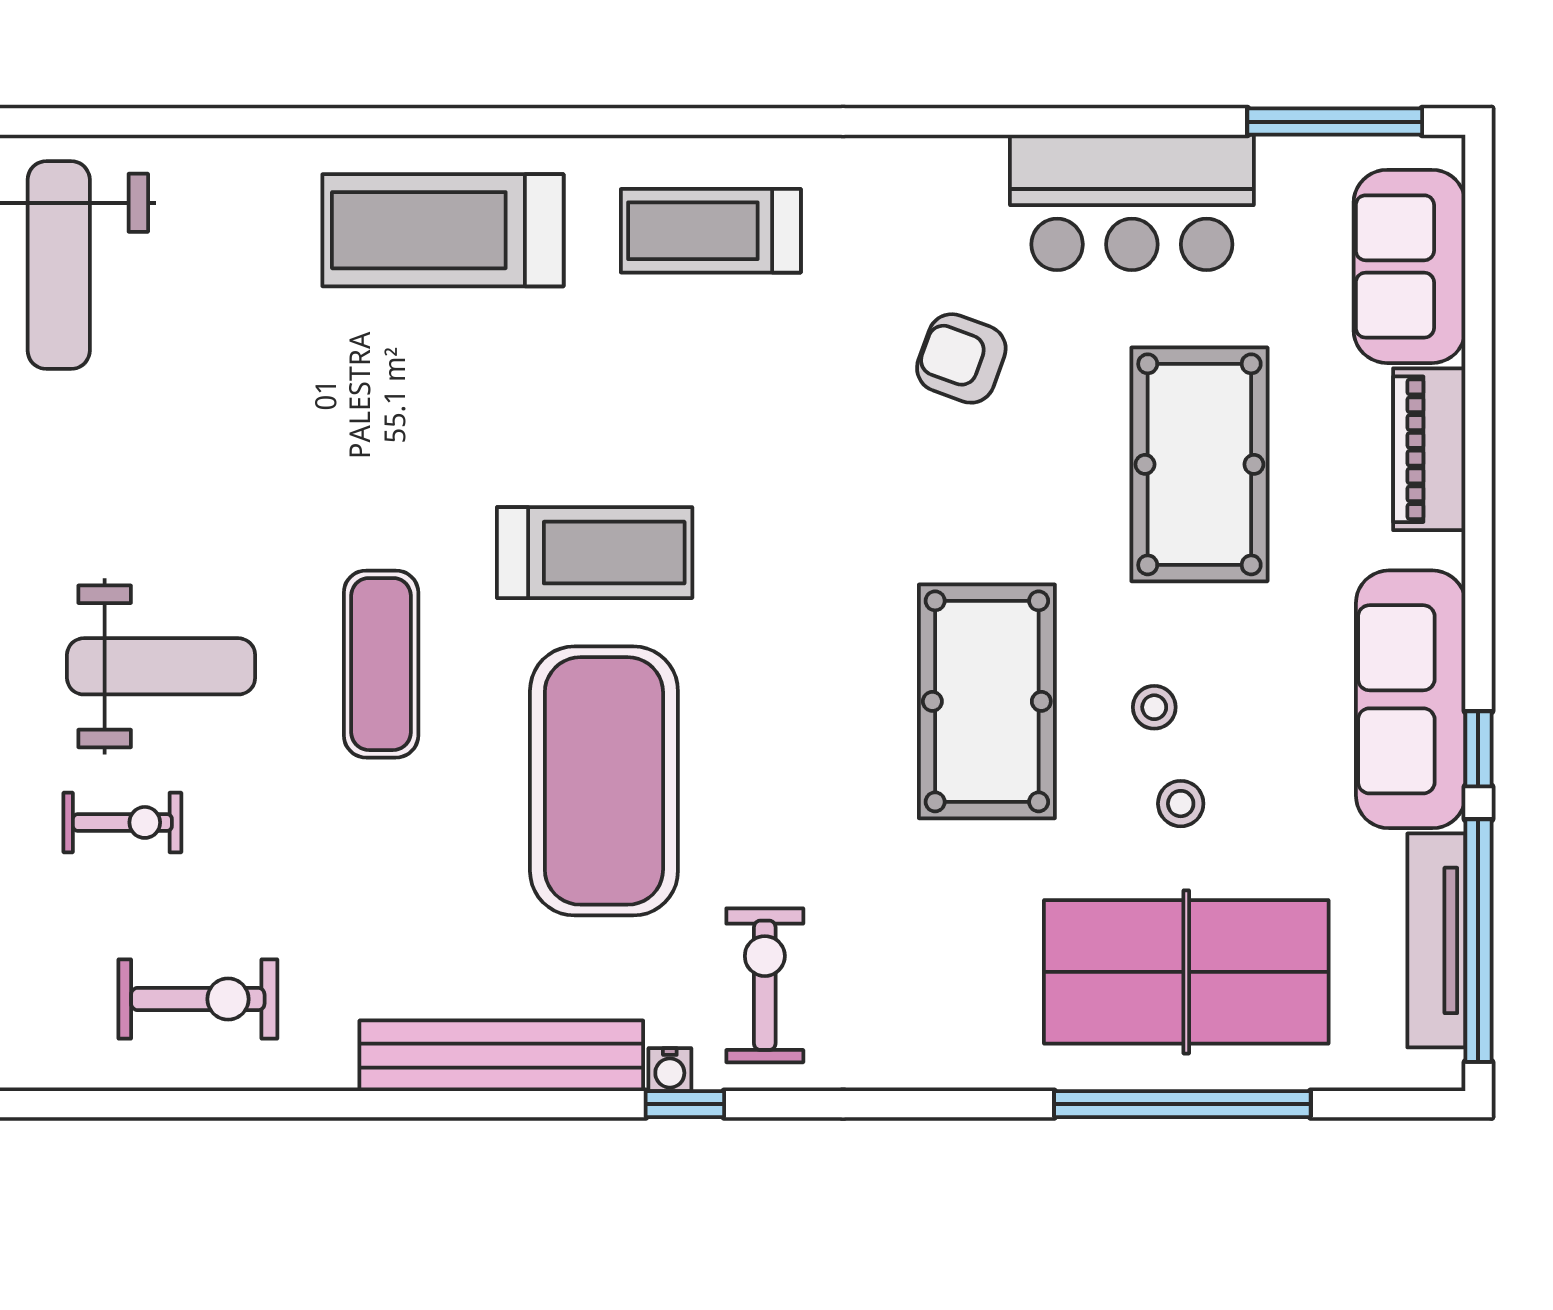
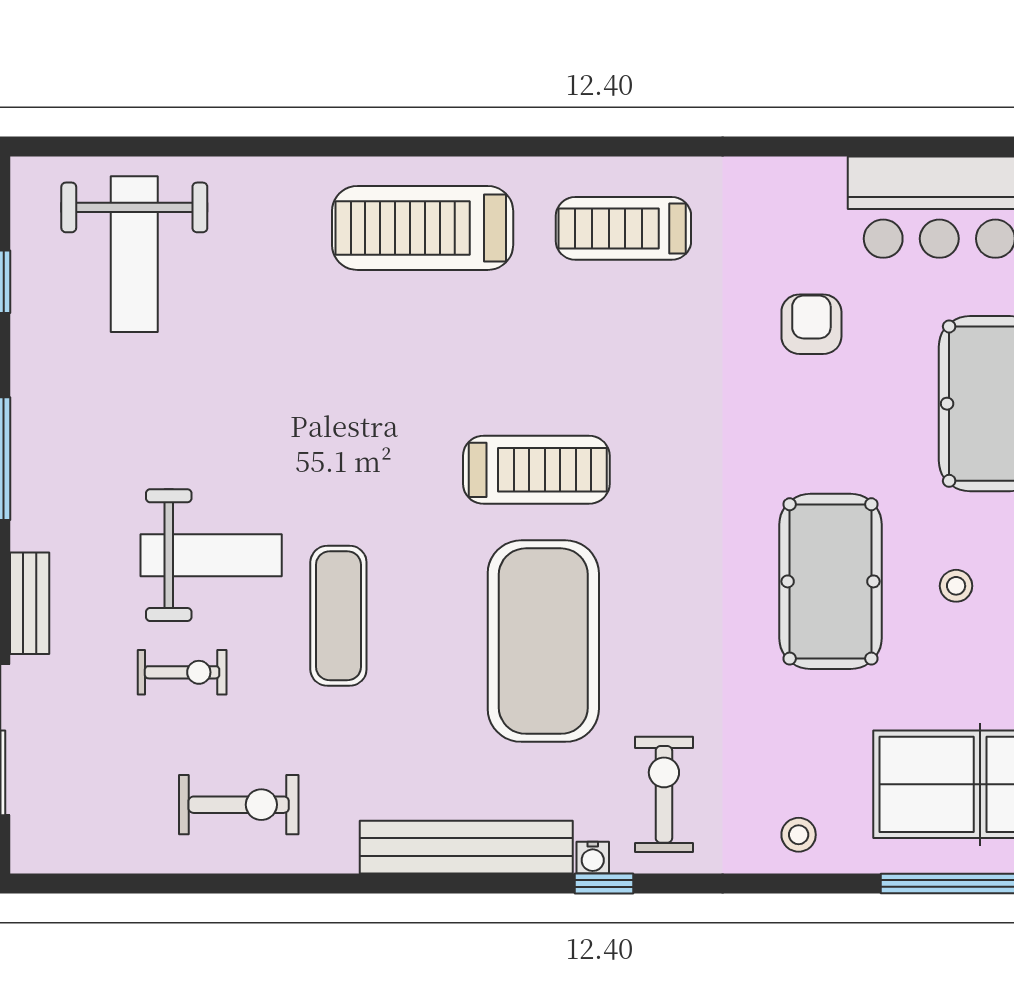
armchair: (961, 358) -> (811, 324), turned 70
exercise mat: (381, 664) -> (338, 616), moved
stool: (1181, 804) -> (799, 835), moved

